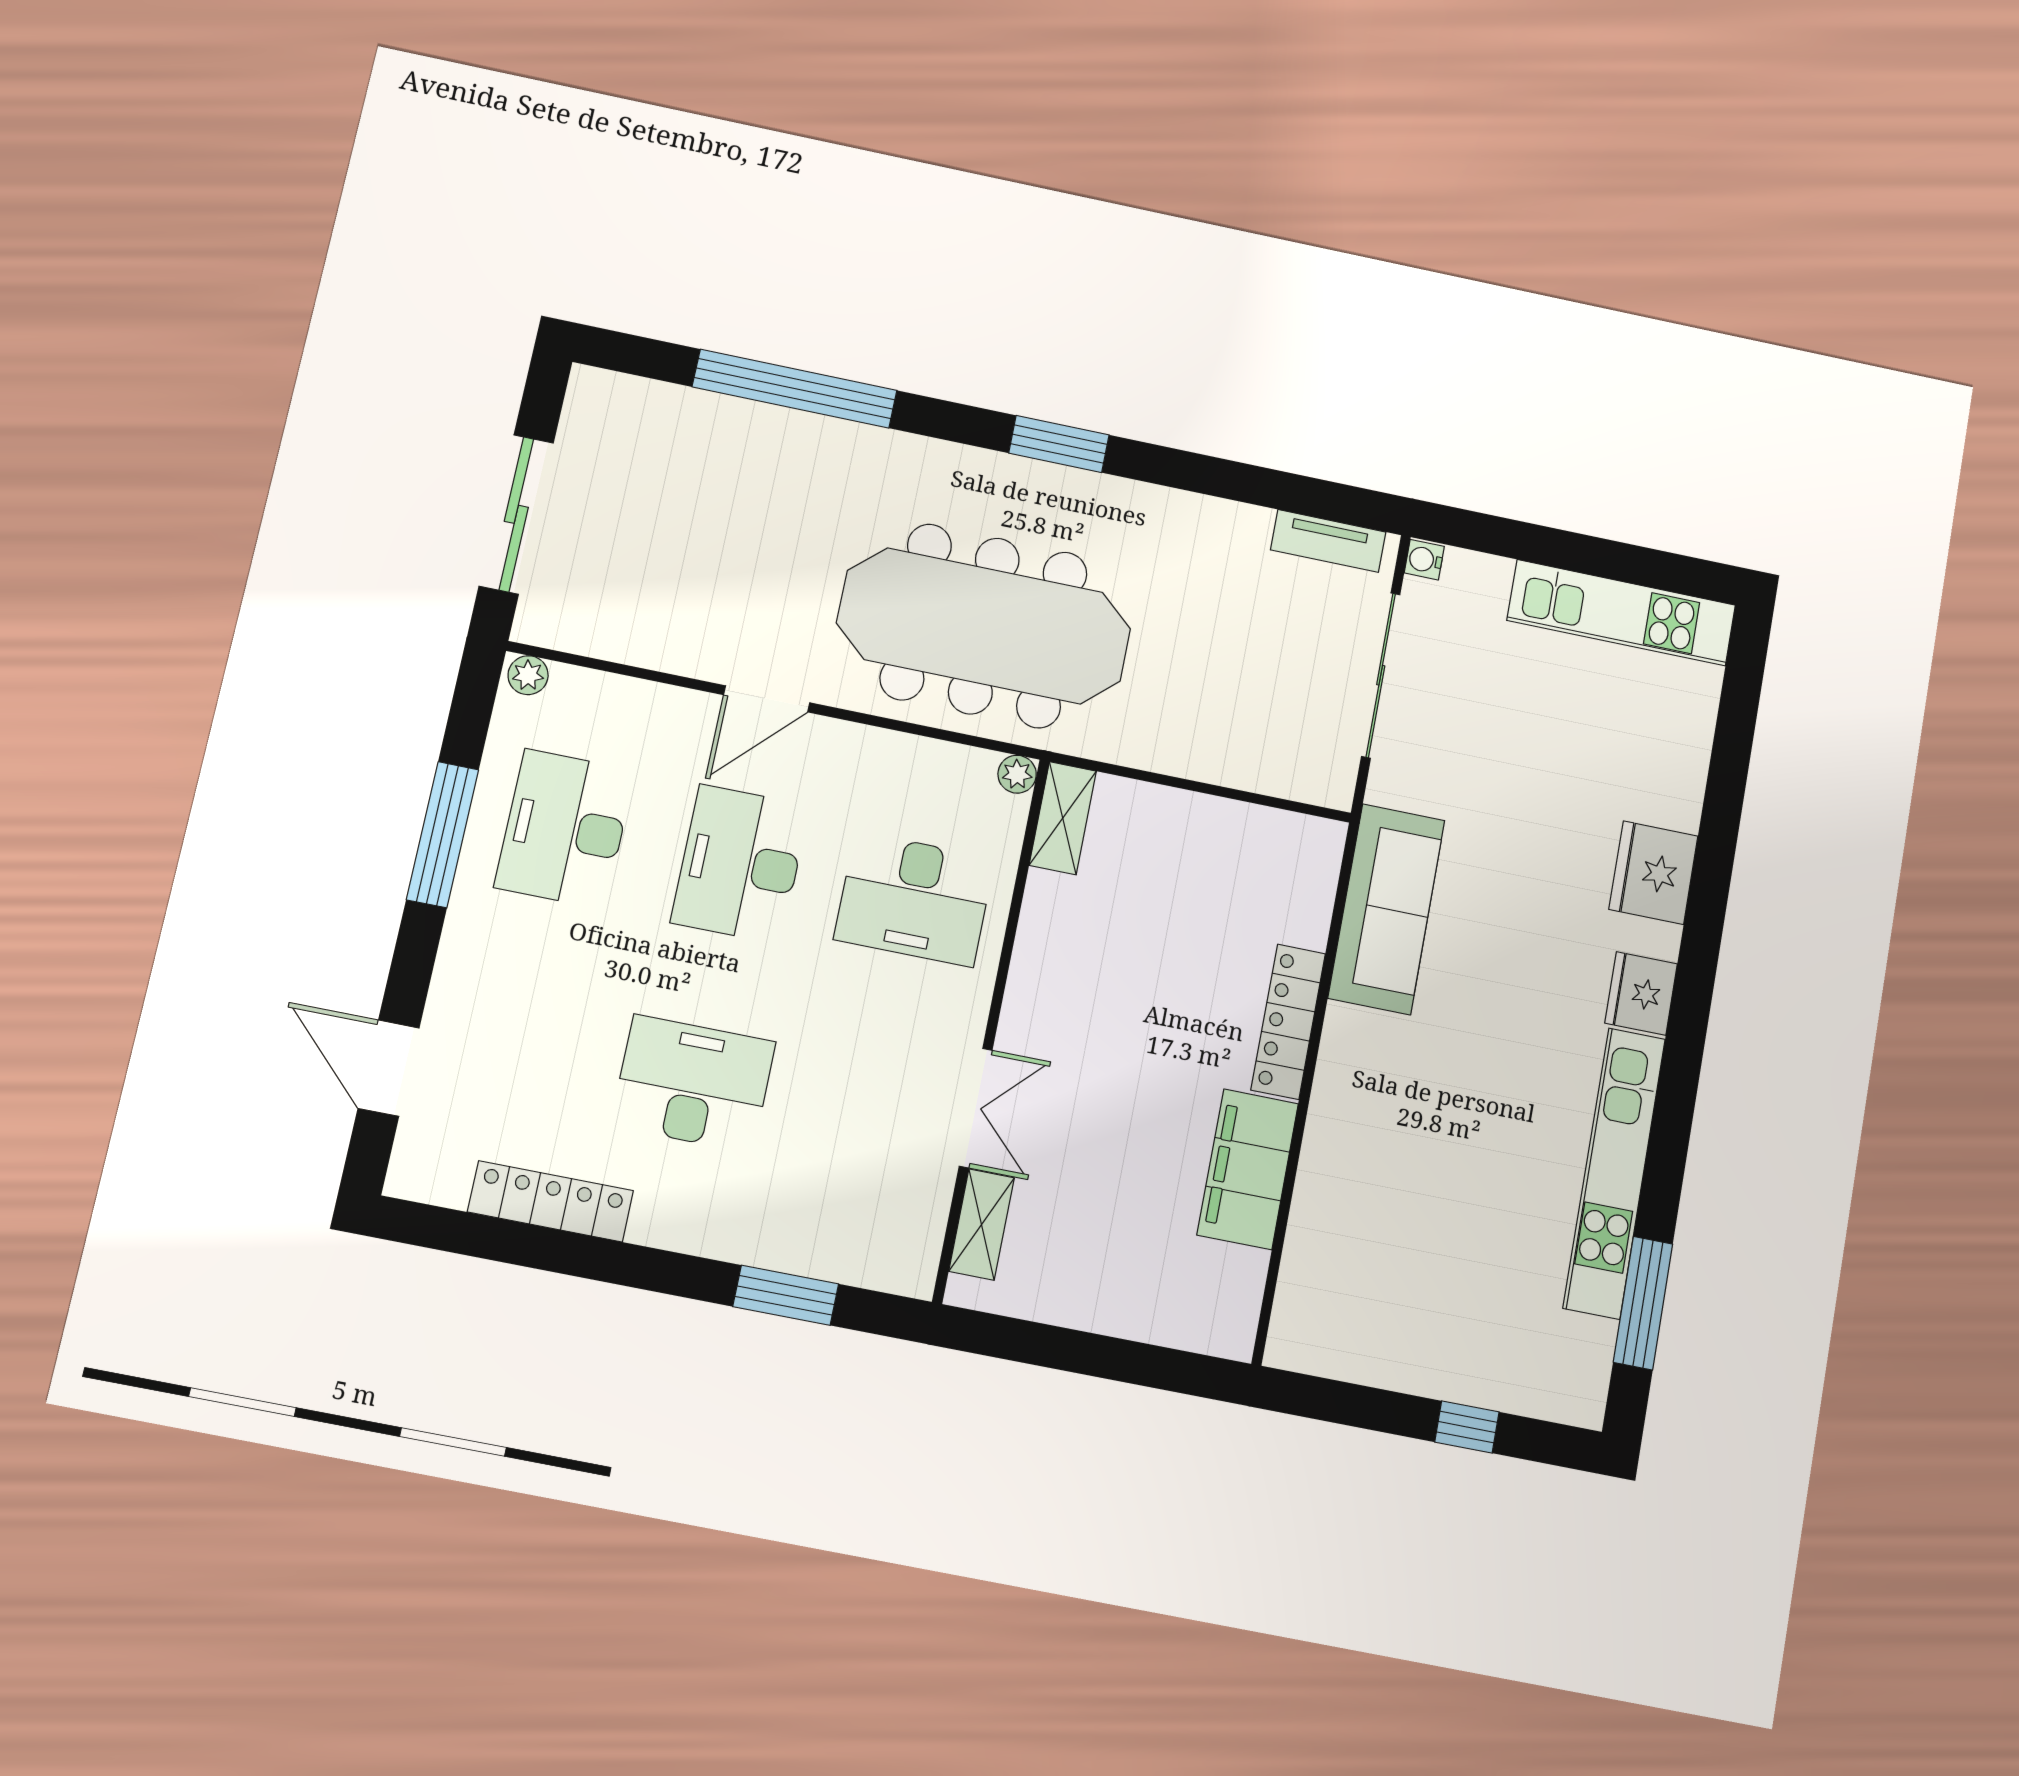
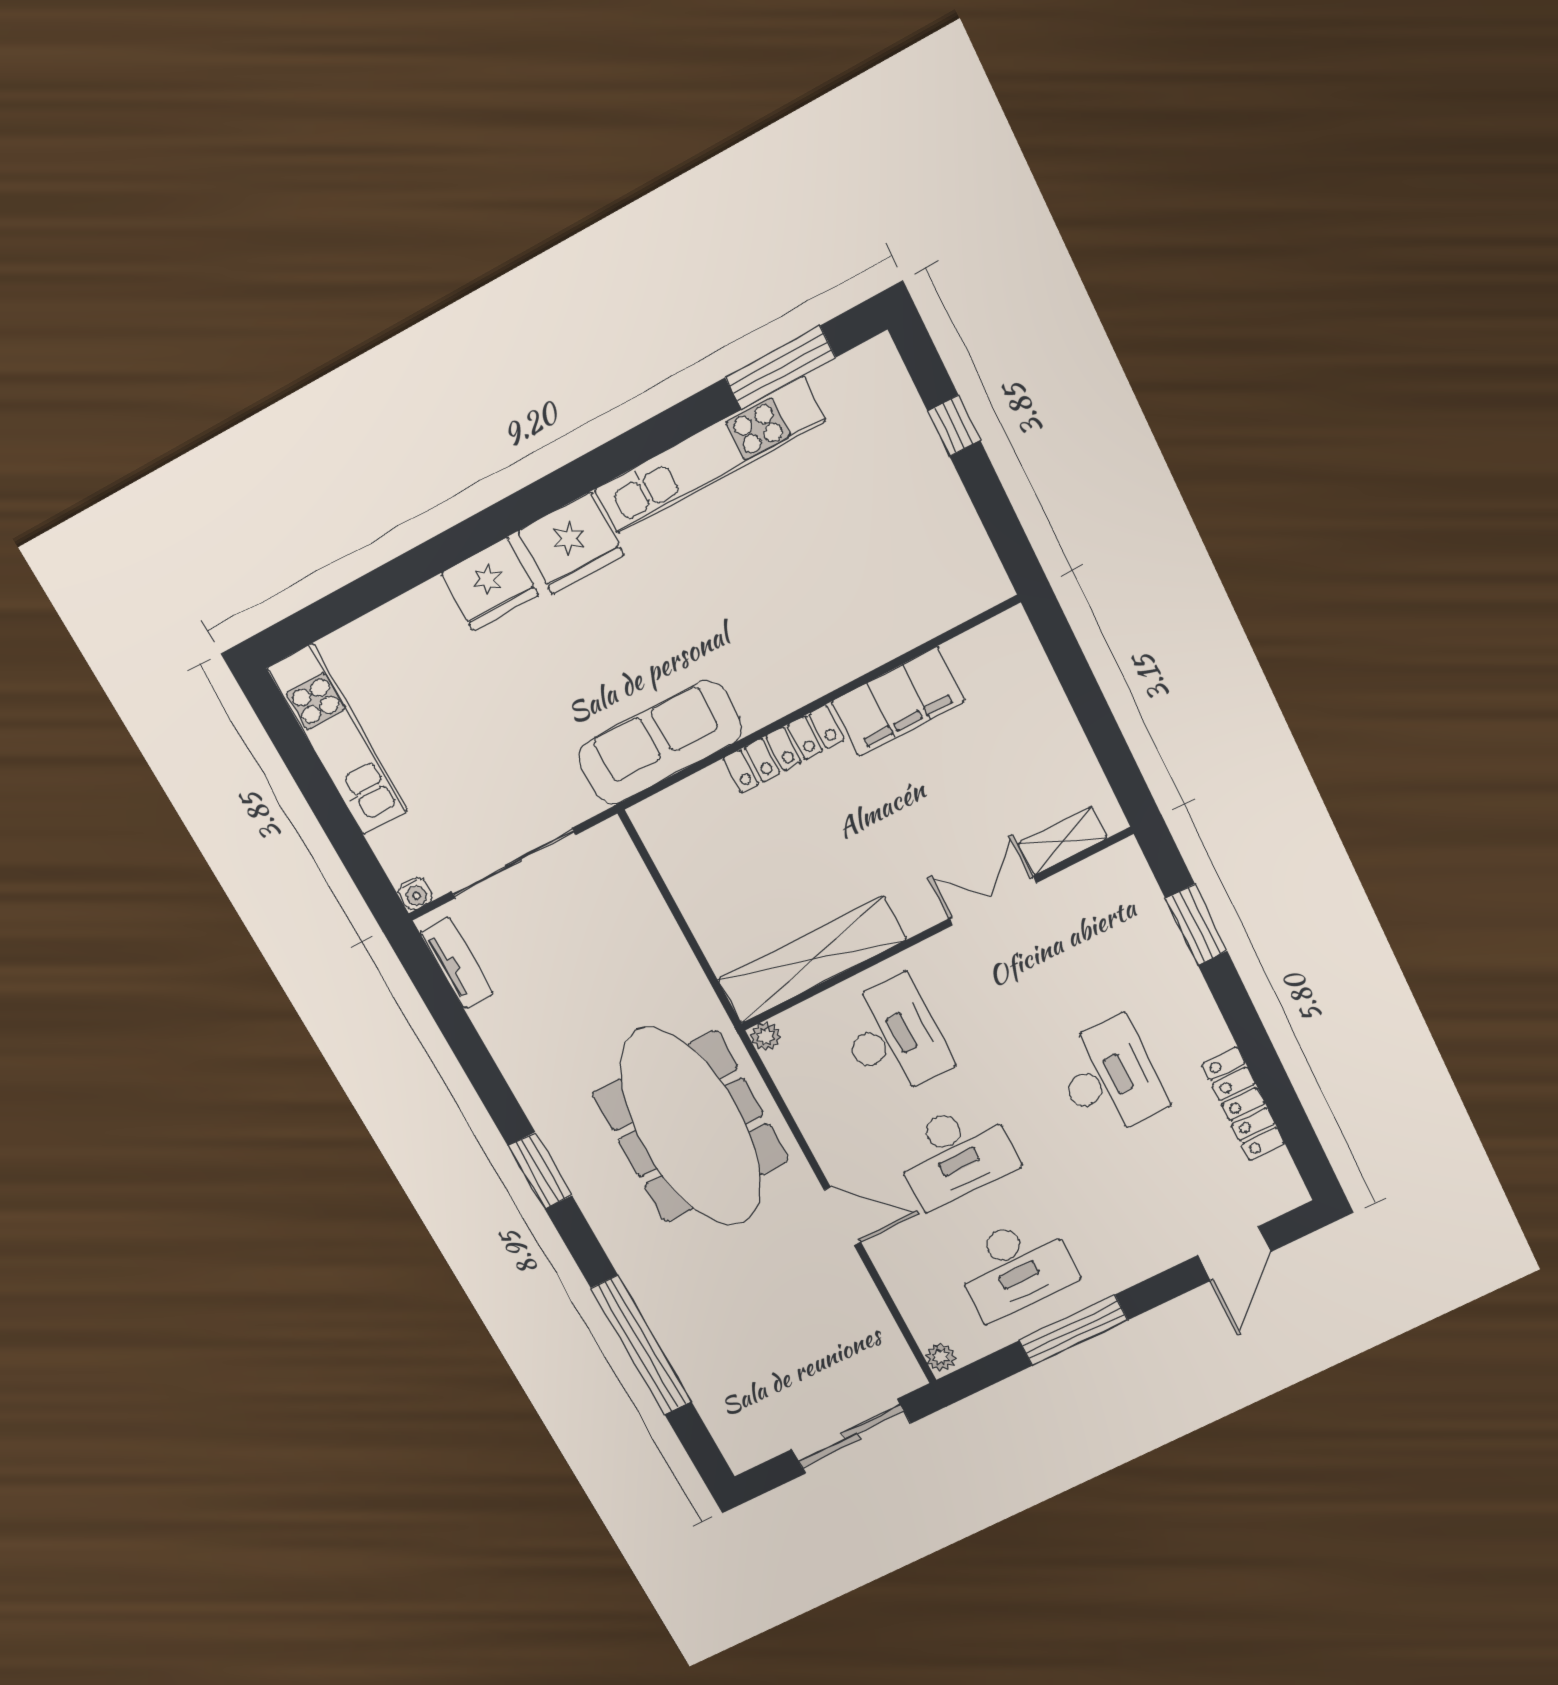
shelving: (1063, 818) -> (812, 960), width x2.20, depth x1.33
fridge: (1641, 993) -> (571, 543), width x1.36, depth x1.34
desk: (693, 1084) -> (1109, 1078), turned 180

